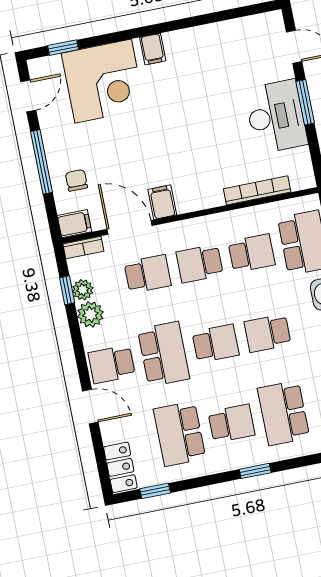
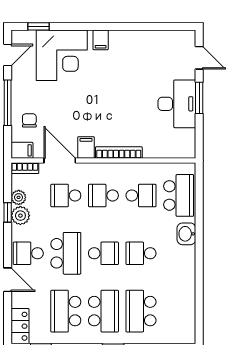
bookcase: (257, 190) -> (119, 153), moved
school desk: (148, 274) -> (66, 195), turned 180
window: (67, 290) -> (8, 212), moved
school desk: (232, 423) -> (103, 311), width x1.85

